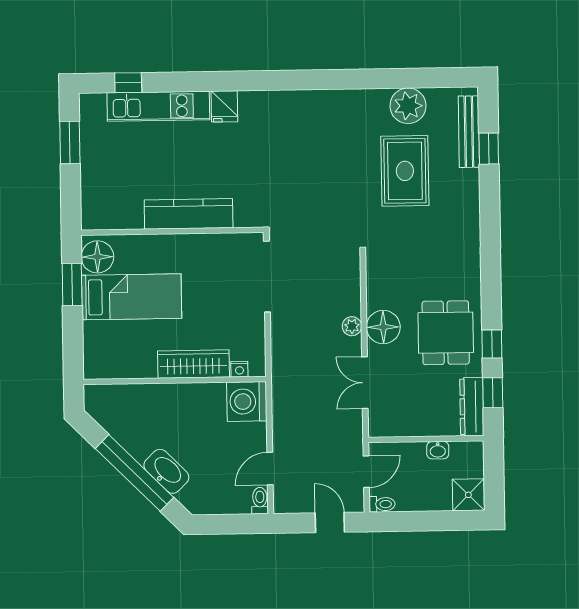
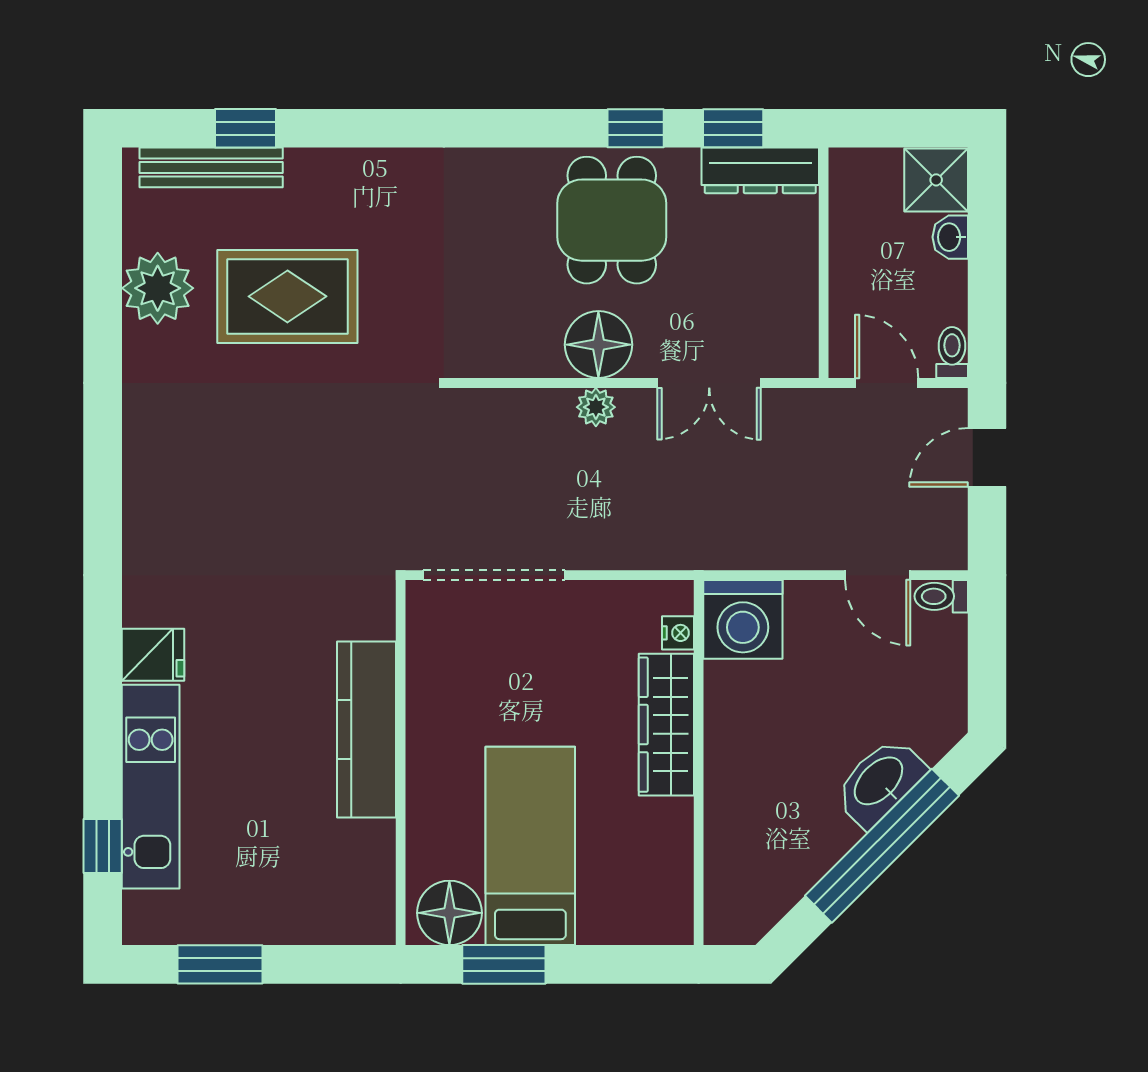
dining table: (446, 333) -> (612, 220), turned 90
washbasin: (438, 450) -> (950, 237), moved, turned 180

